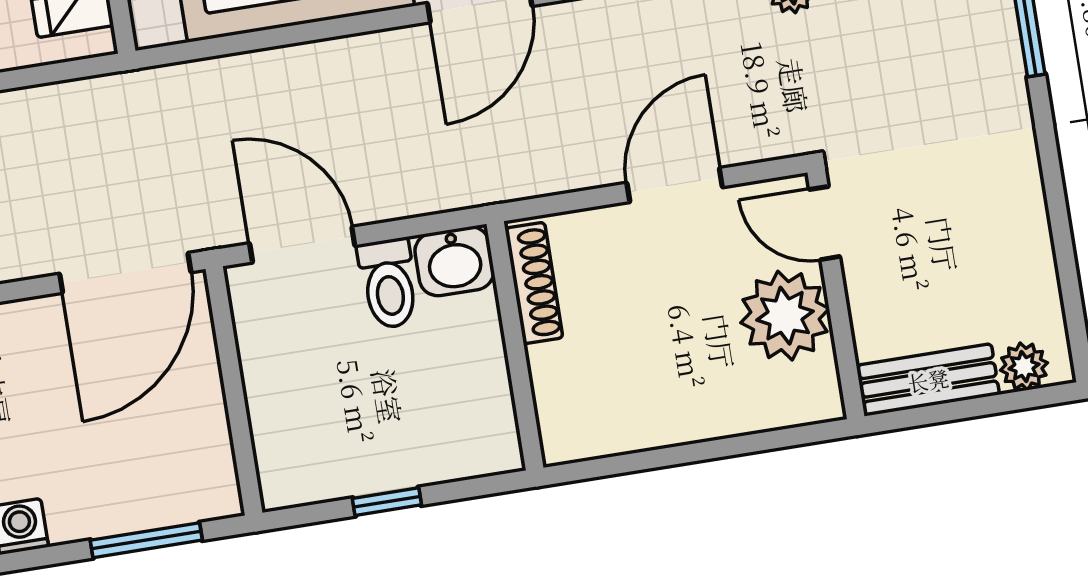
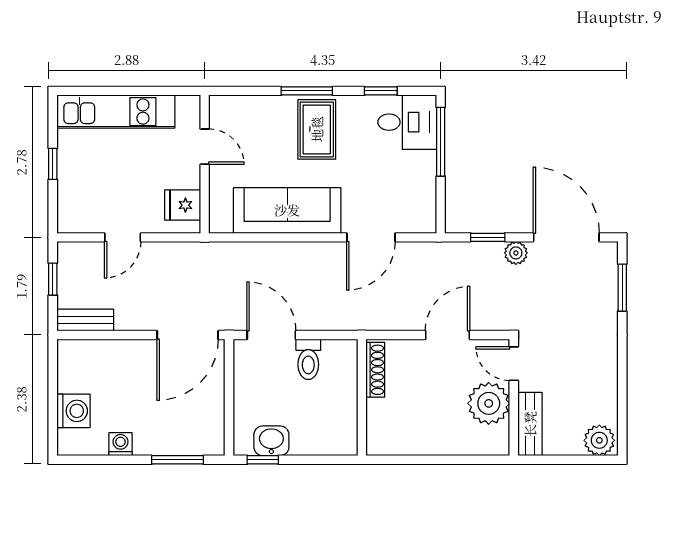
washbasin: (454, 261) -> (271, 441), moved, turned 180
plant: (1024, 367) -> (599, 440), width x1.38, depth x1.38
bench: (928, 380) -> (530, 424), moved, turned 90
window: (387, 502) -> (263, 460), moved

